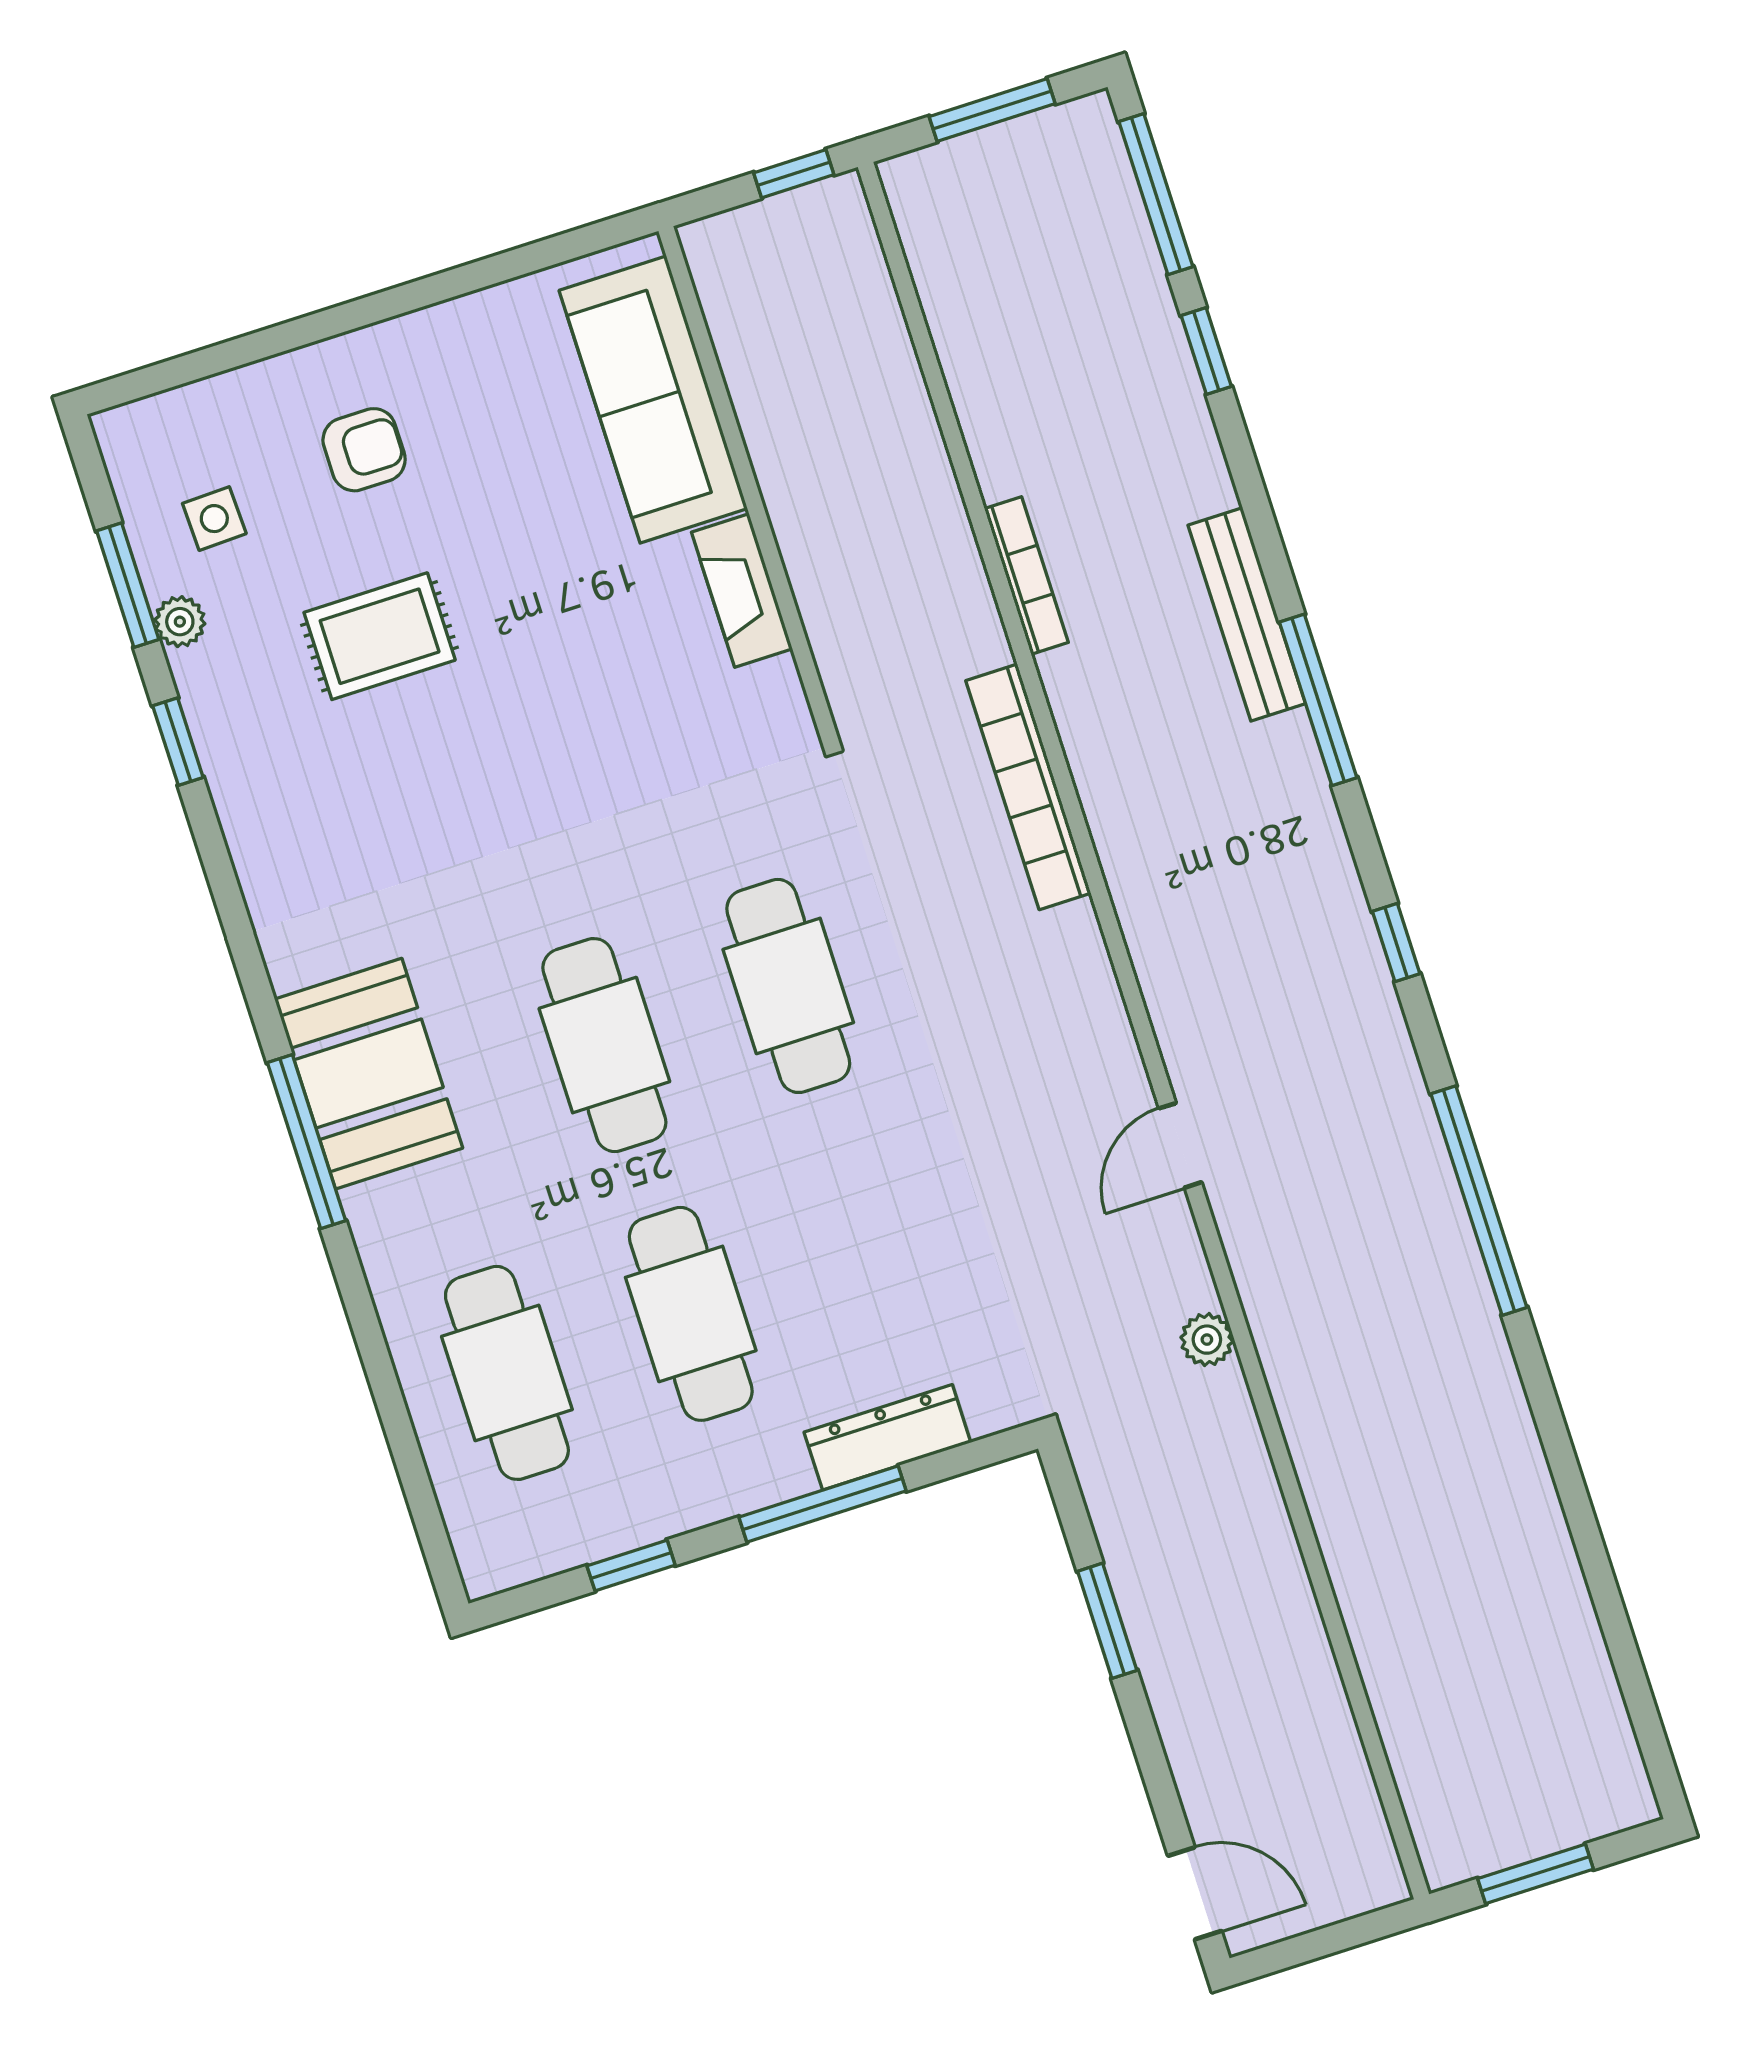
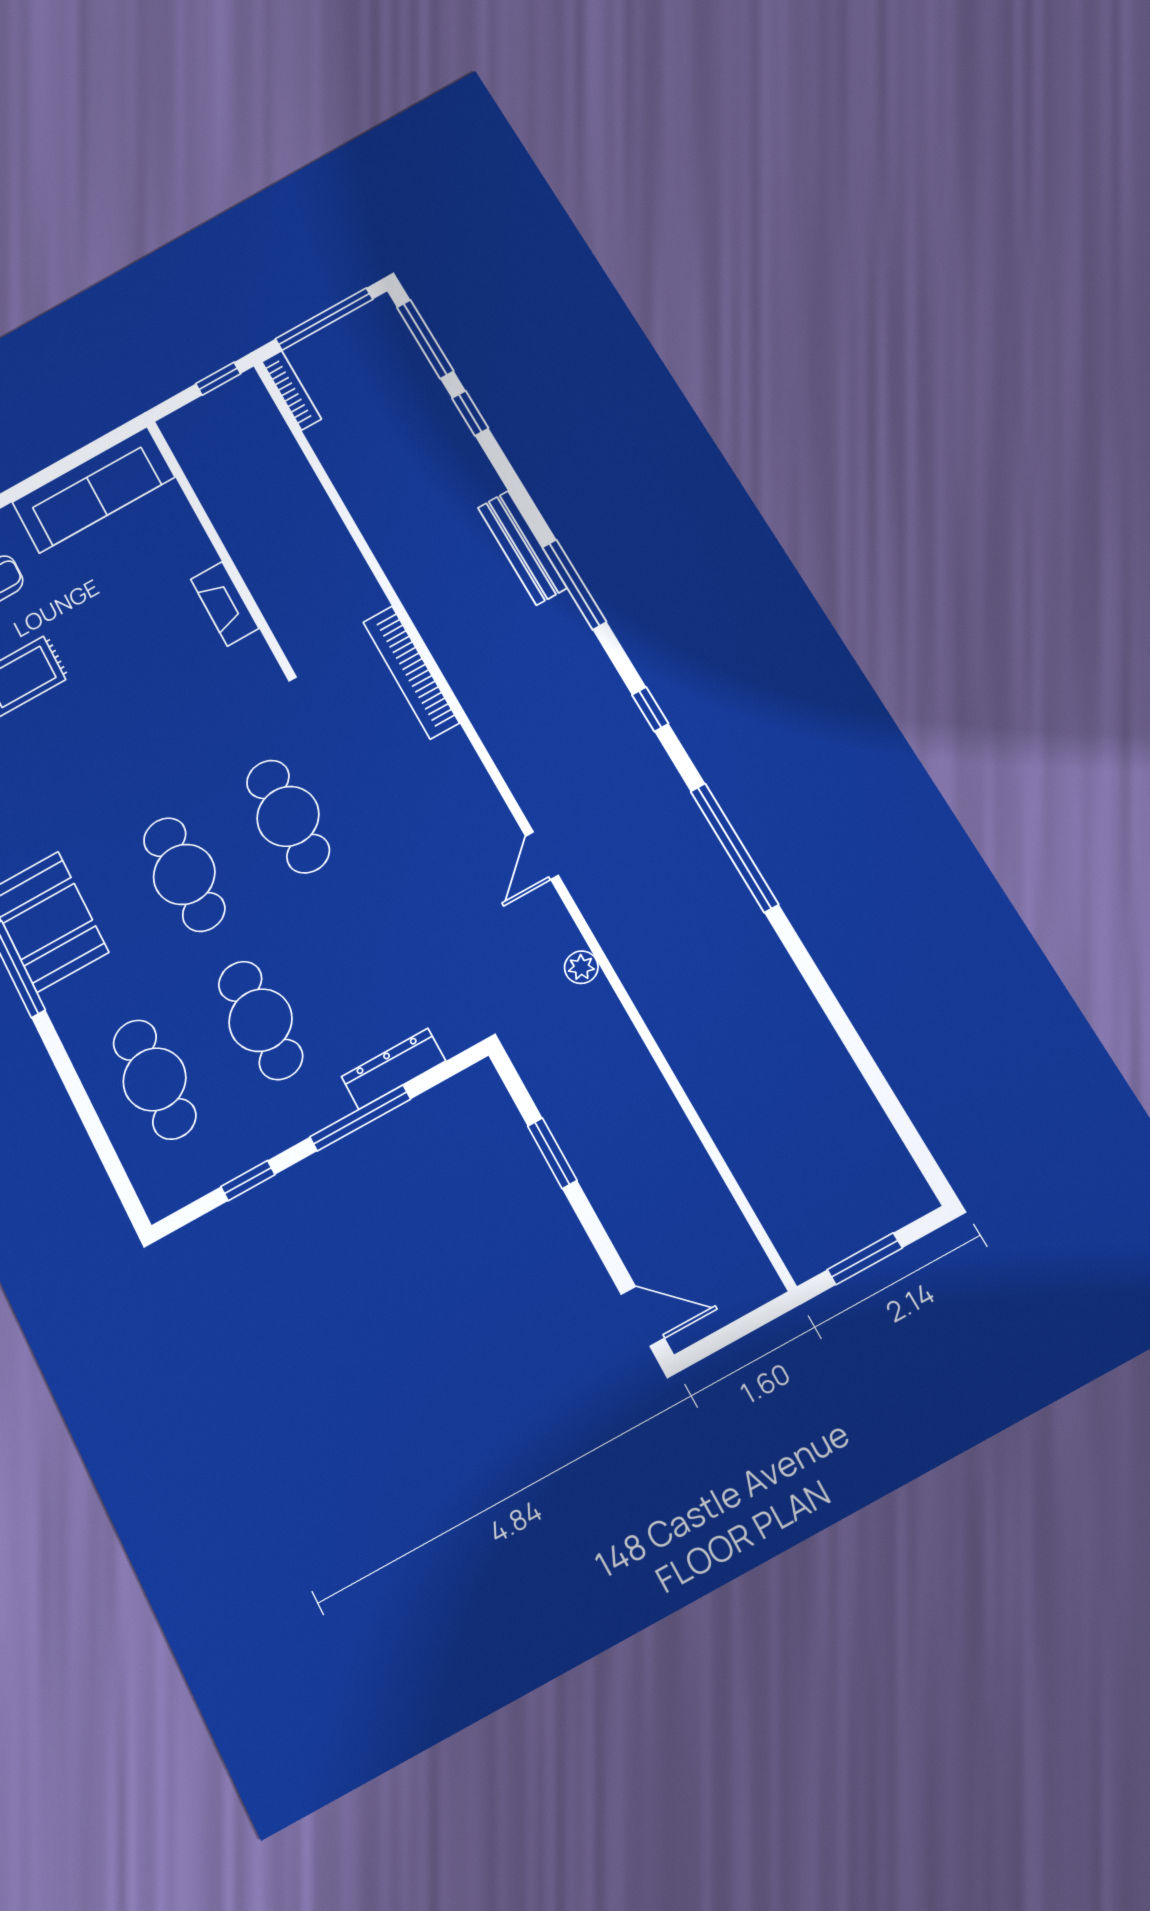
window: (992, 110) -> (324, 319), width x1.44
sofa: (653, 400) -> (93, 490), moved, turned -90
bookcase: (1026, 576) -> (291, 390), moved

